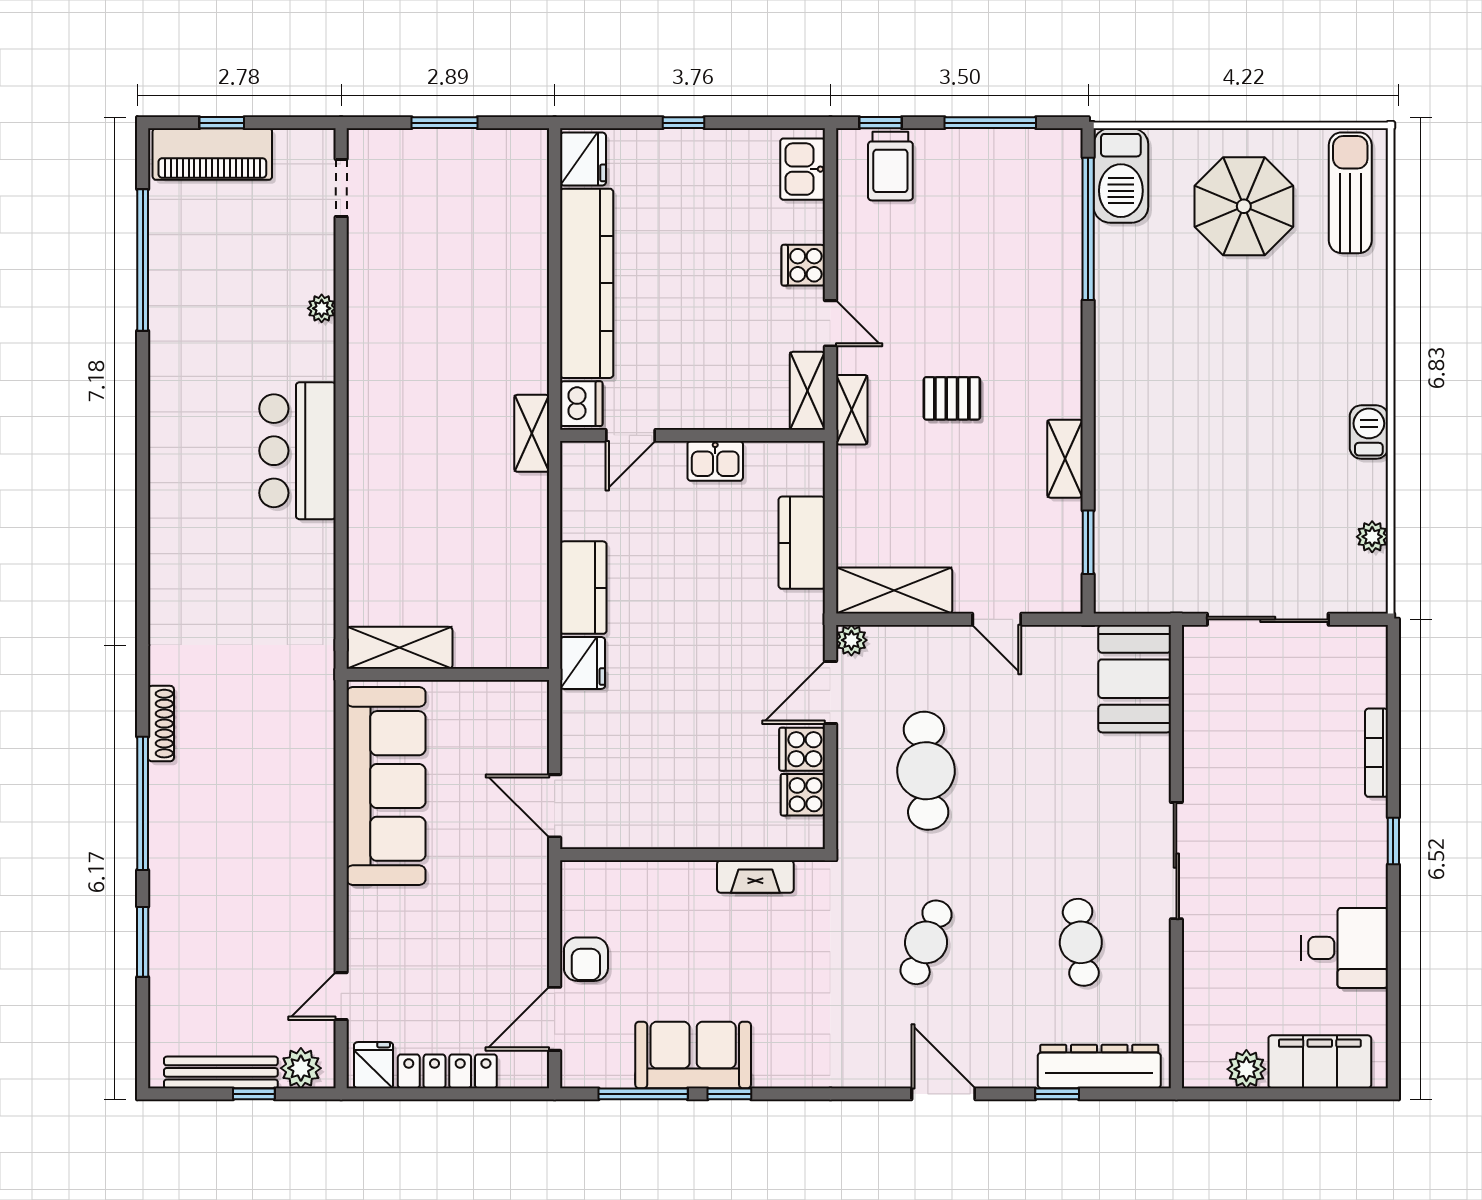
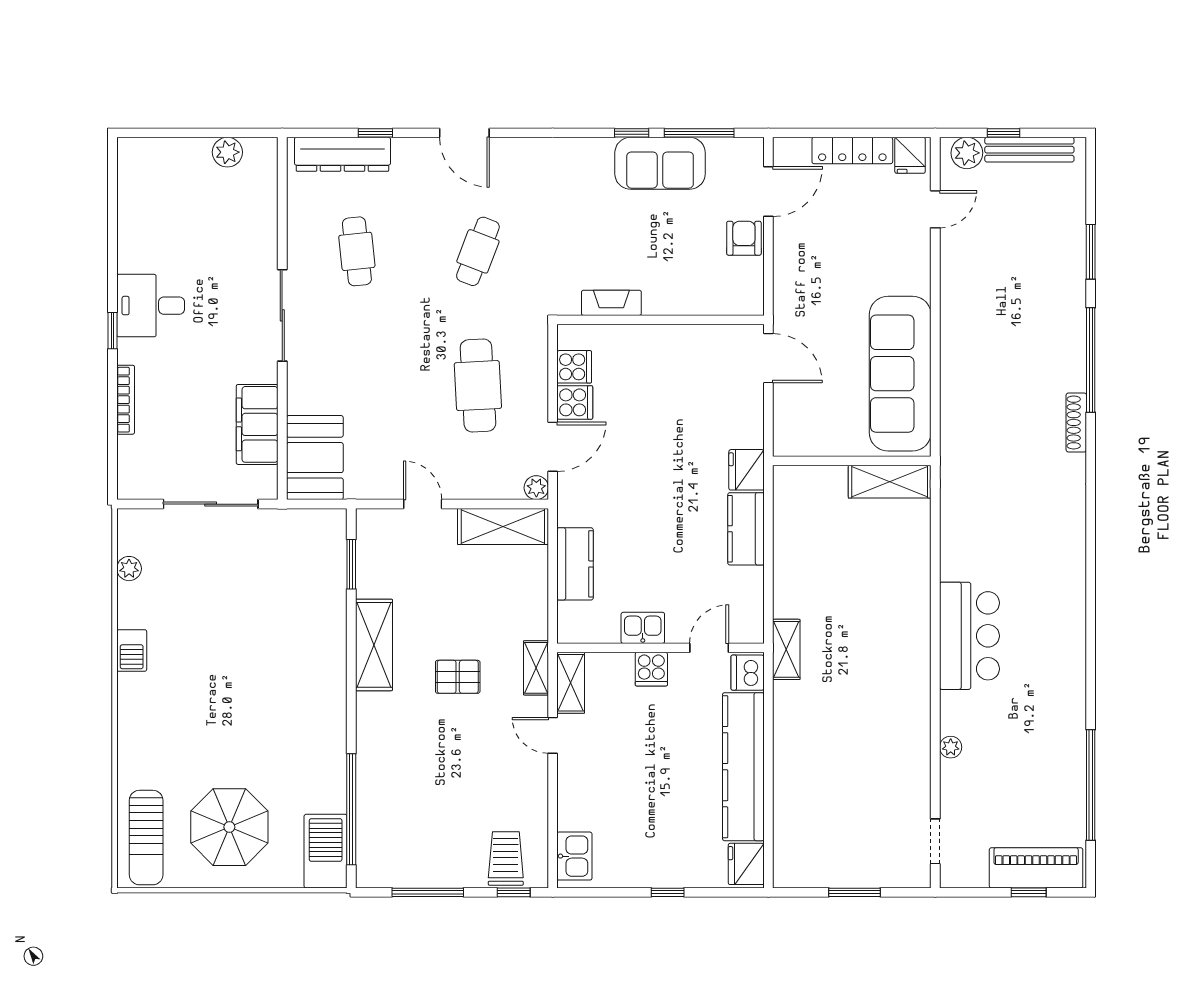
cooker: (803, 265) -> (651, 669), moved, turned 90
shelving: (1065, 459) -> (374, 645), width x1.50, depth x1.33
desk: (1345, 948) -> (151, 306), moved
filing cabinet: (1320, 1062) -> (257, 424), moved, turned 90

